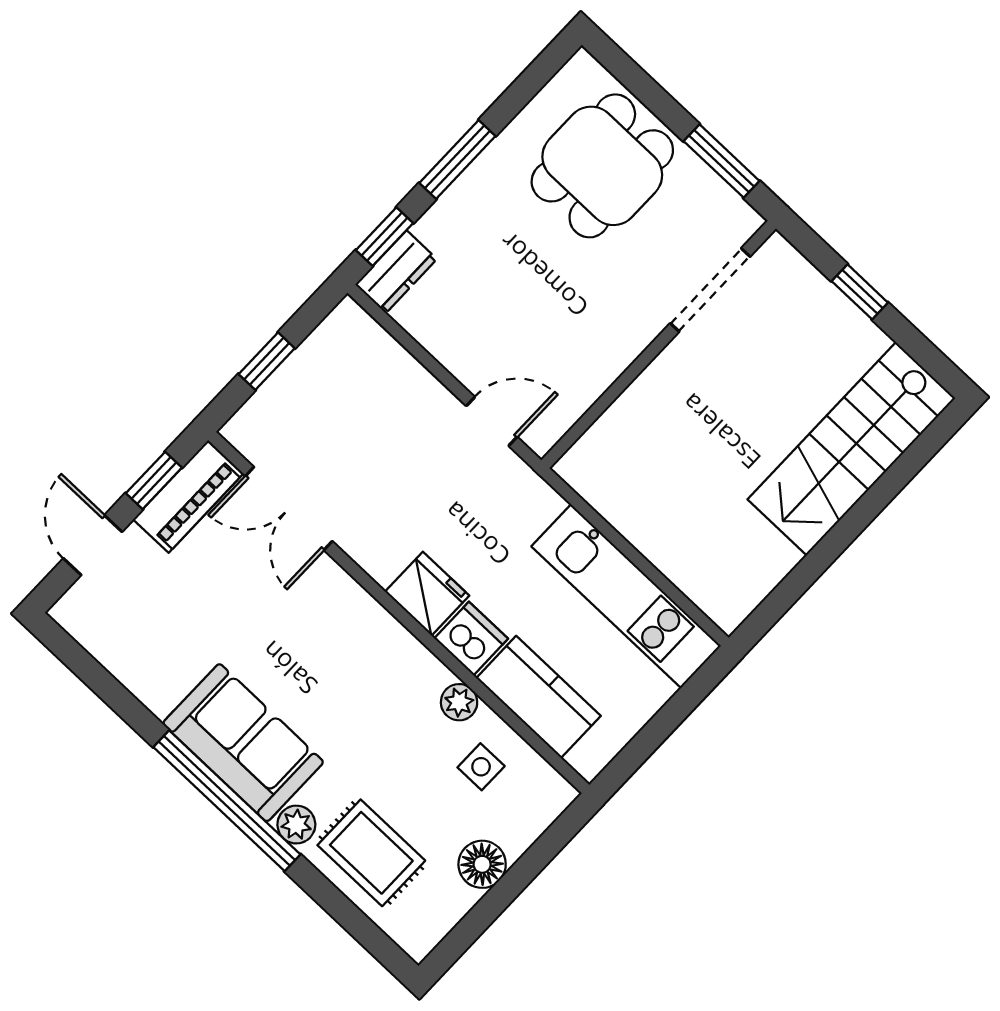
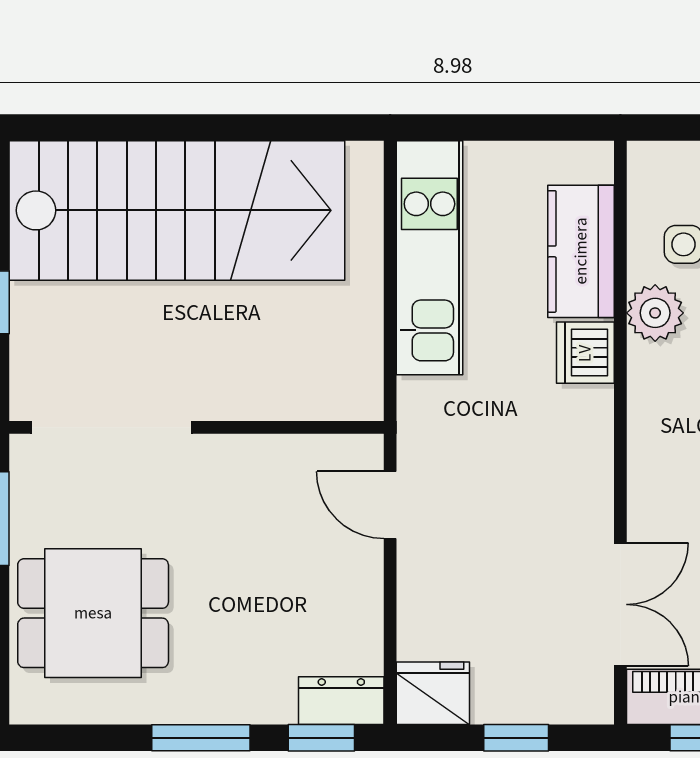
doorway: (710, 290) -> (111, 427), width x1.36
stairs: (851, 449) -> (177, 210), width x1.36, depth x1.51
fridge: (427, 594) -> (433, 693), moved, turned 90
plant: (459, 702) -> (655, 313), width x1.38, depth x1.38

